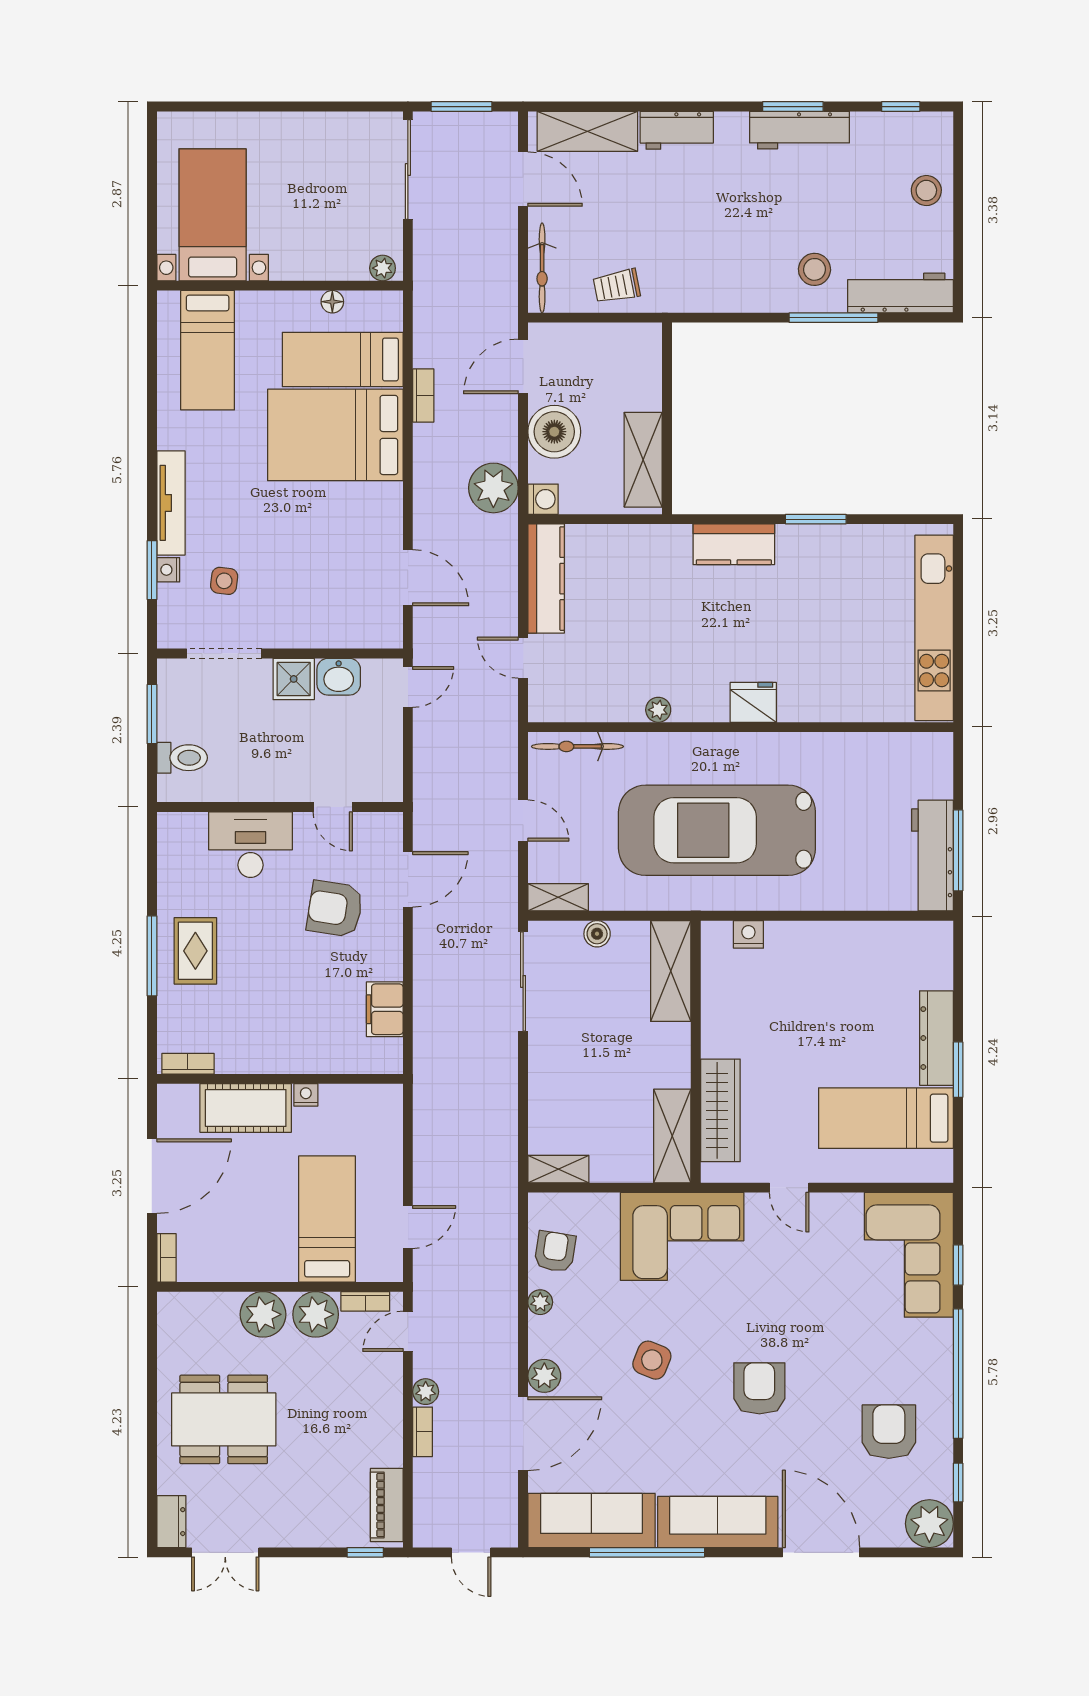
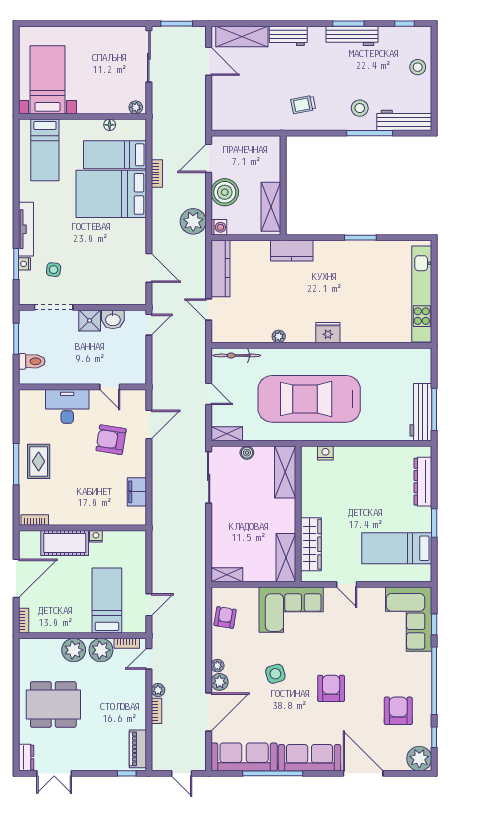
bicycle: (542, 268) -> (218, 107), removed
trolley: (617, 286) -> (303, 105), moved
kitchen counter: (734, 544) -> (292, 251), moved
dresser: (936, 1038) -> (423, 482), moved
plant: (540, 1302) -> (217, 666), moved
side table: (652, 1360) -> (275, 674), turned -38

